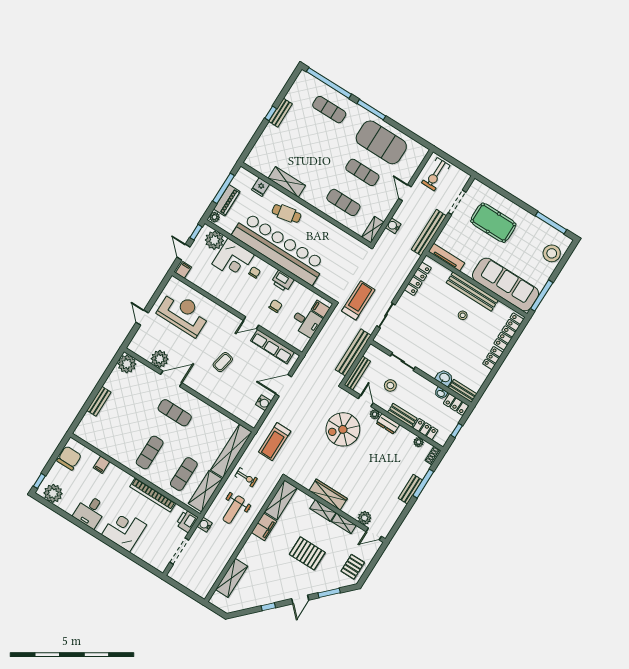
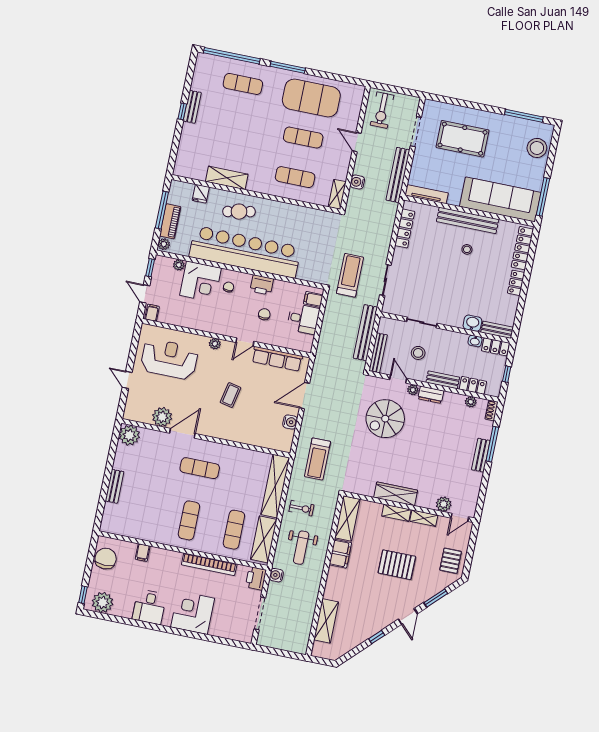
plant: (214, 240) -> (179, 265), width x0.53, depth x0.53
plant: (226, 315) -> (215, 344), added

